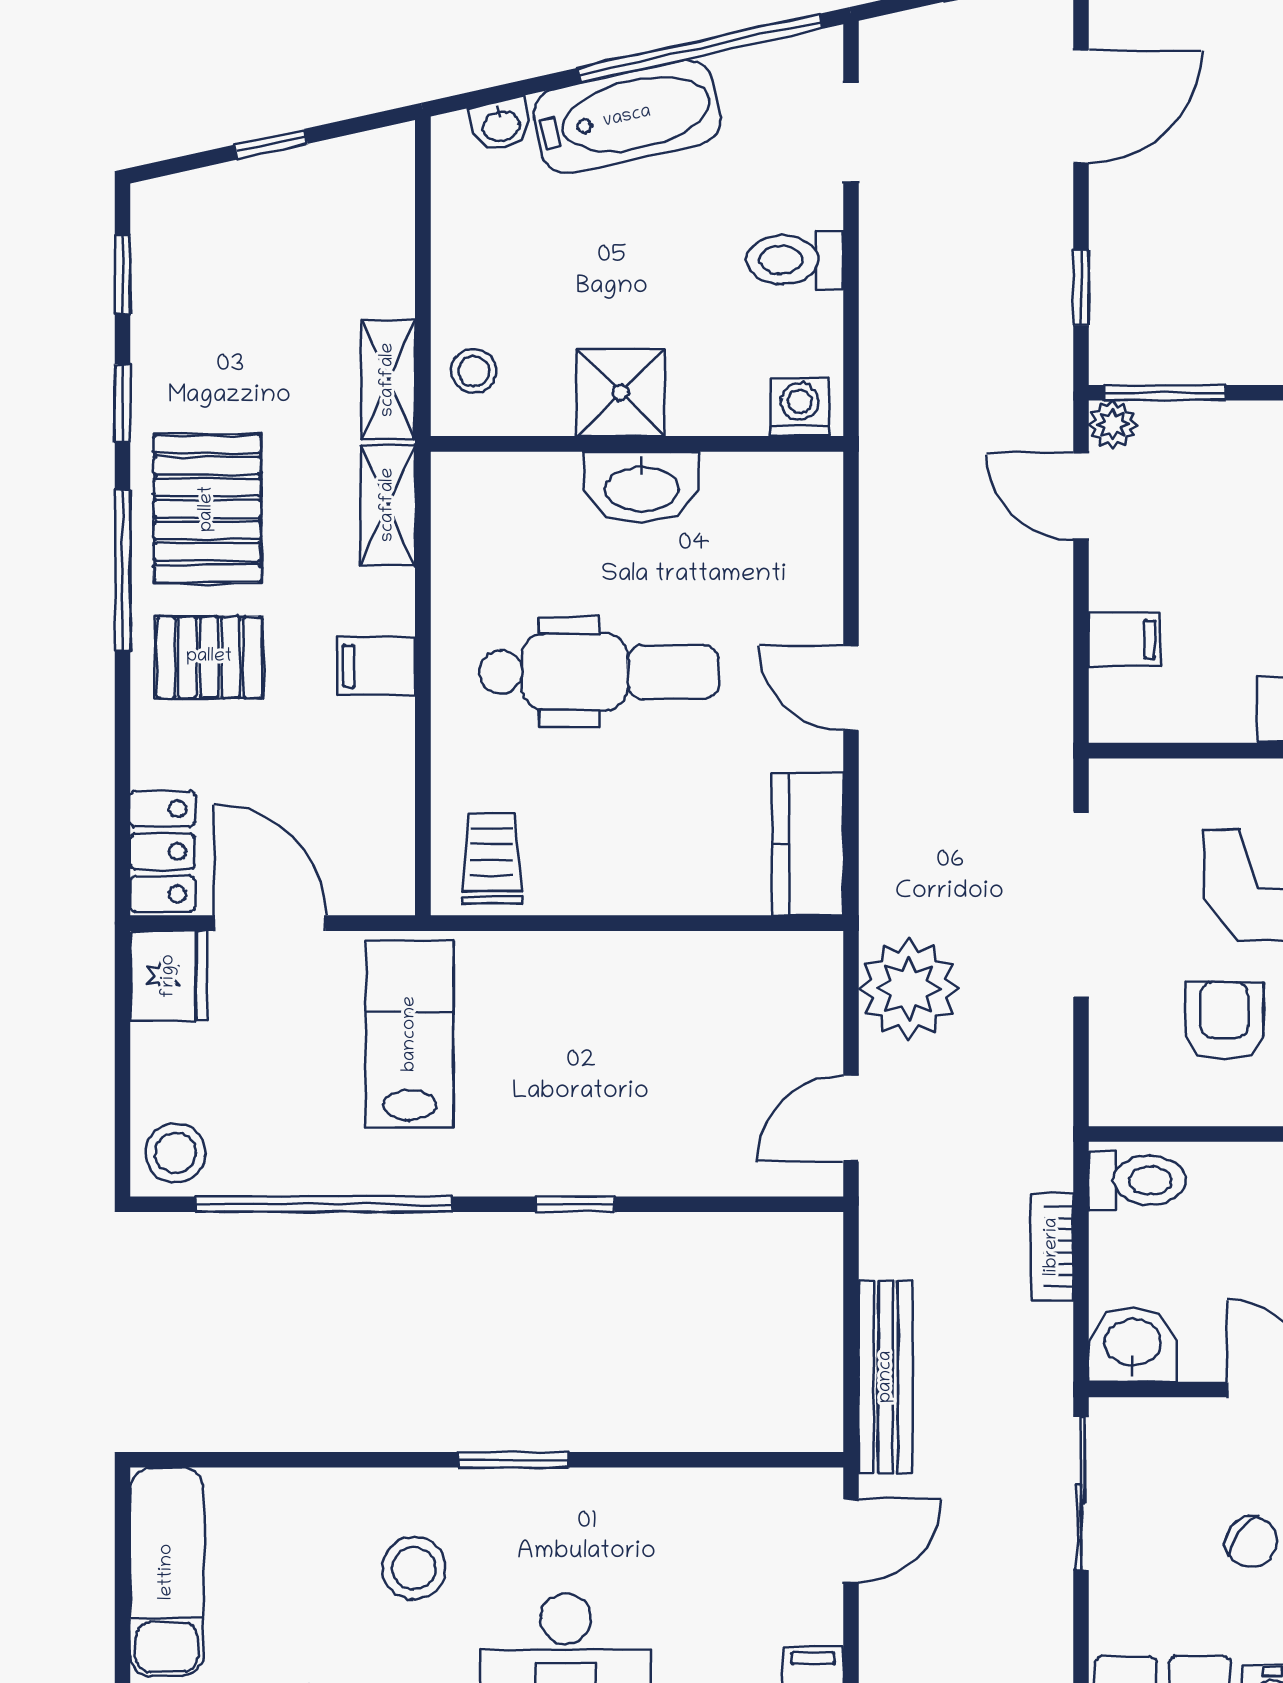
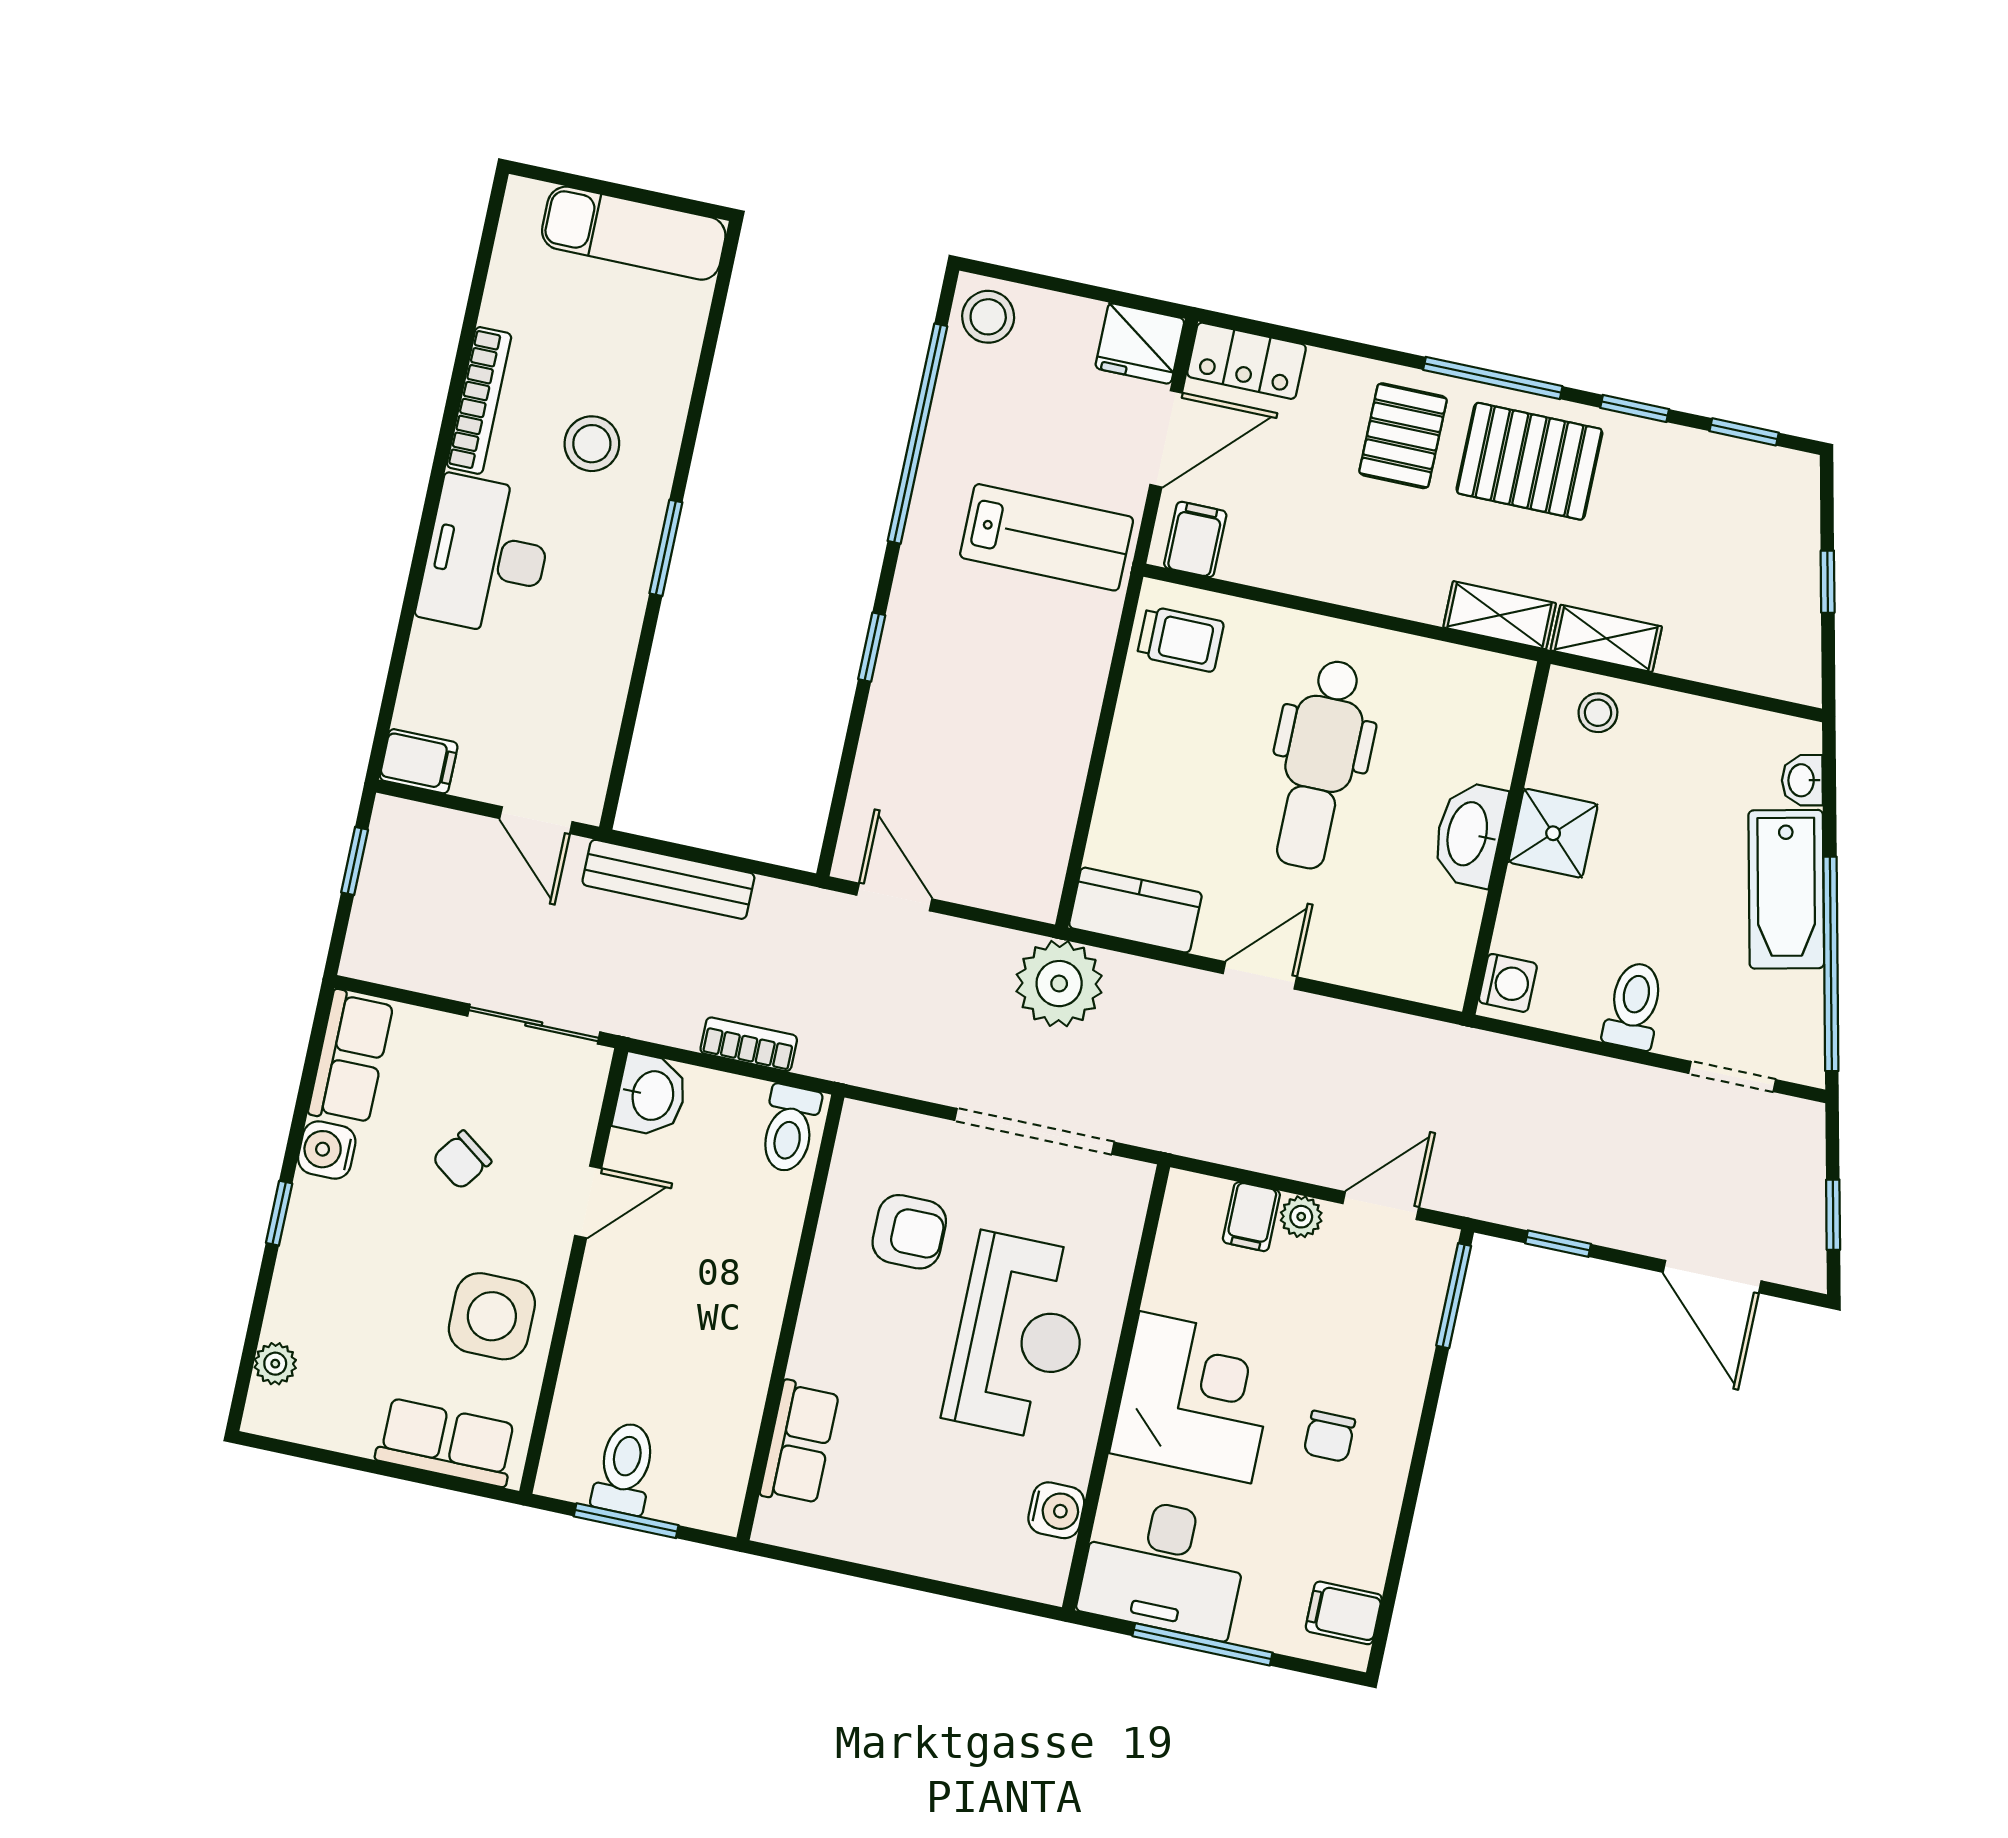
plant: (1113, 424) -> (1301, 1217), moved
filing cabinet: (376, 666) -> (1195, 539), moved
plant: (909, 989) -> (1059, 984), moved

